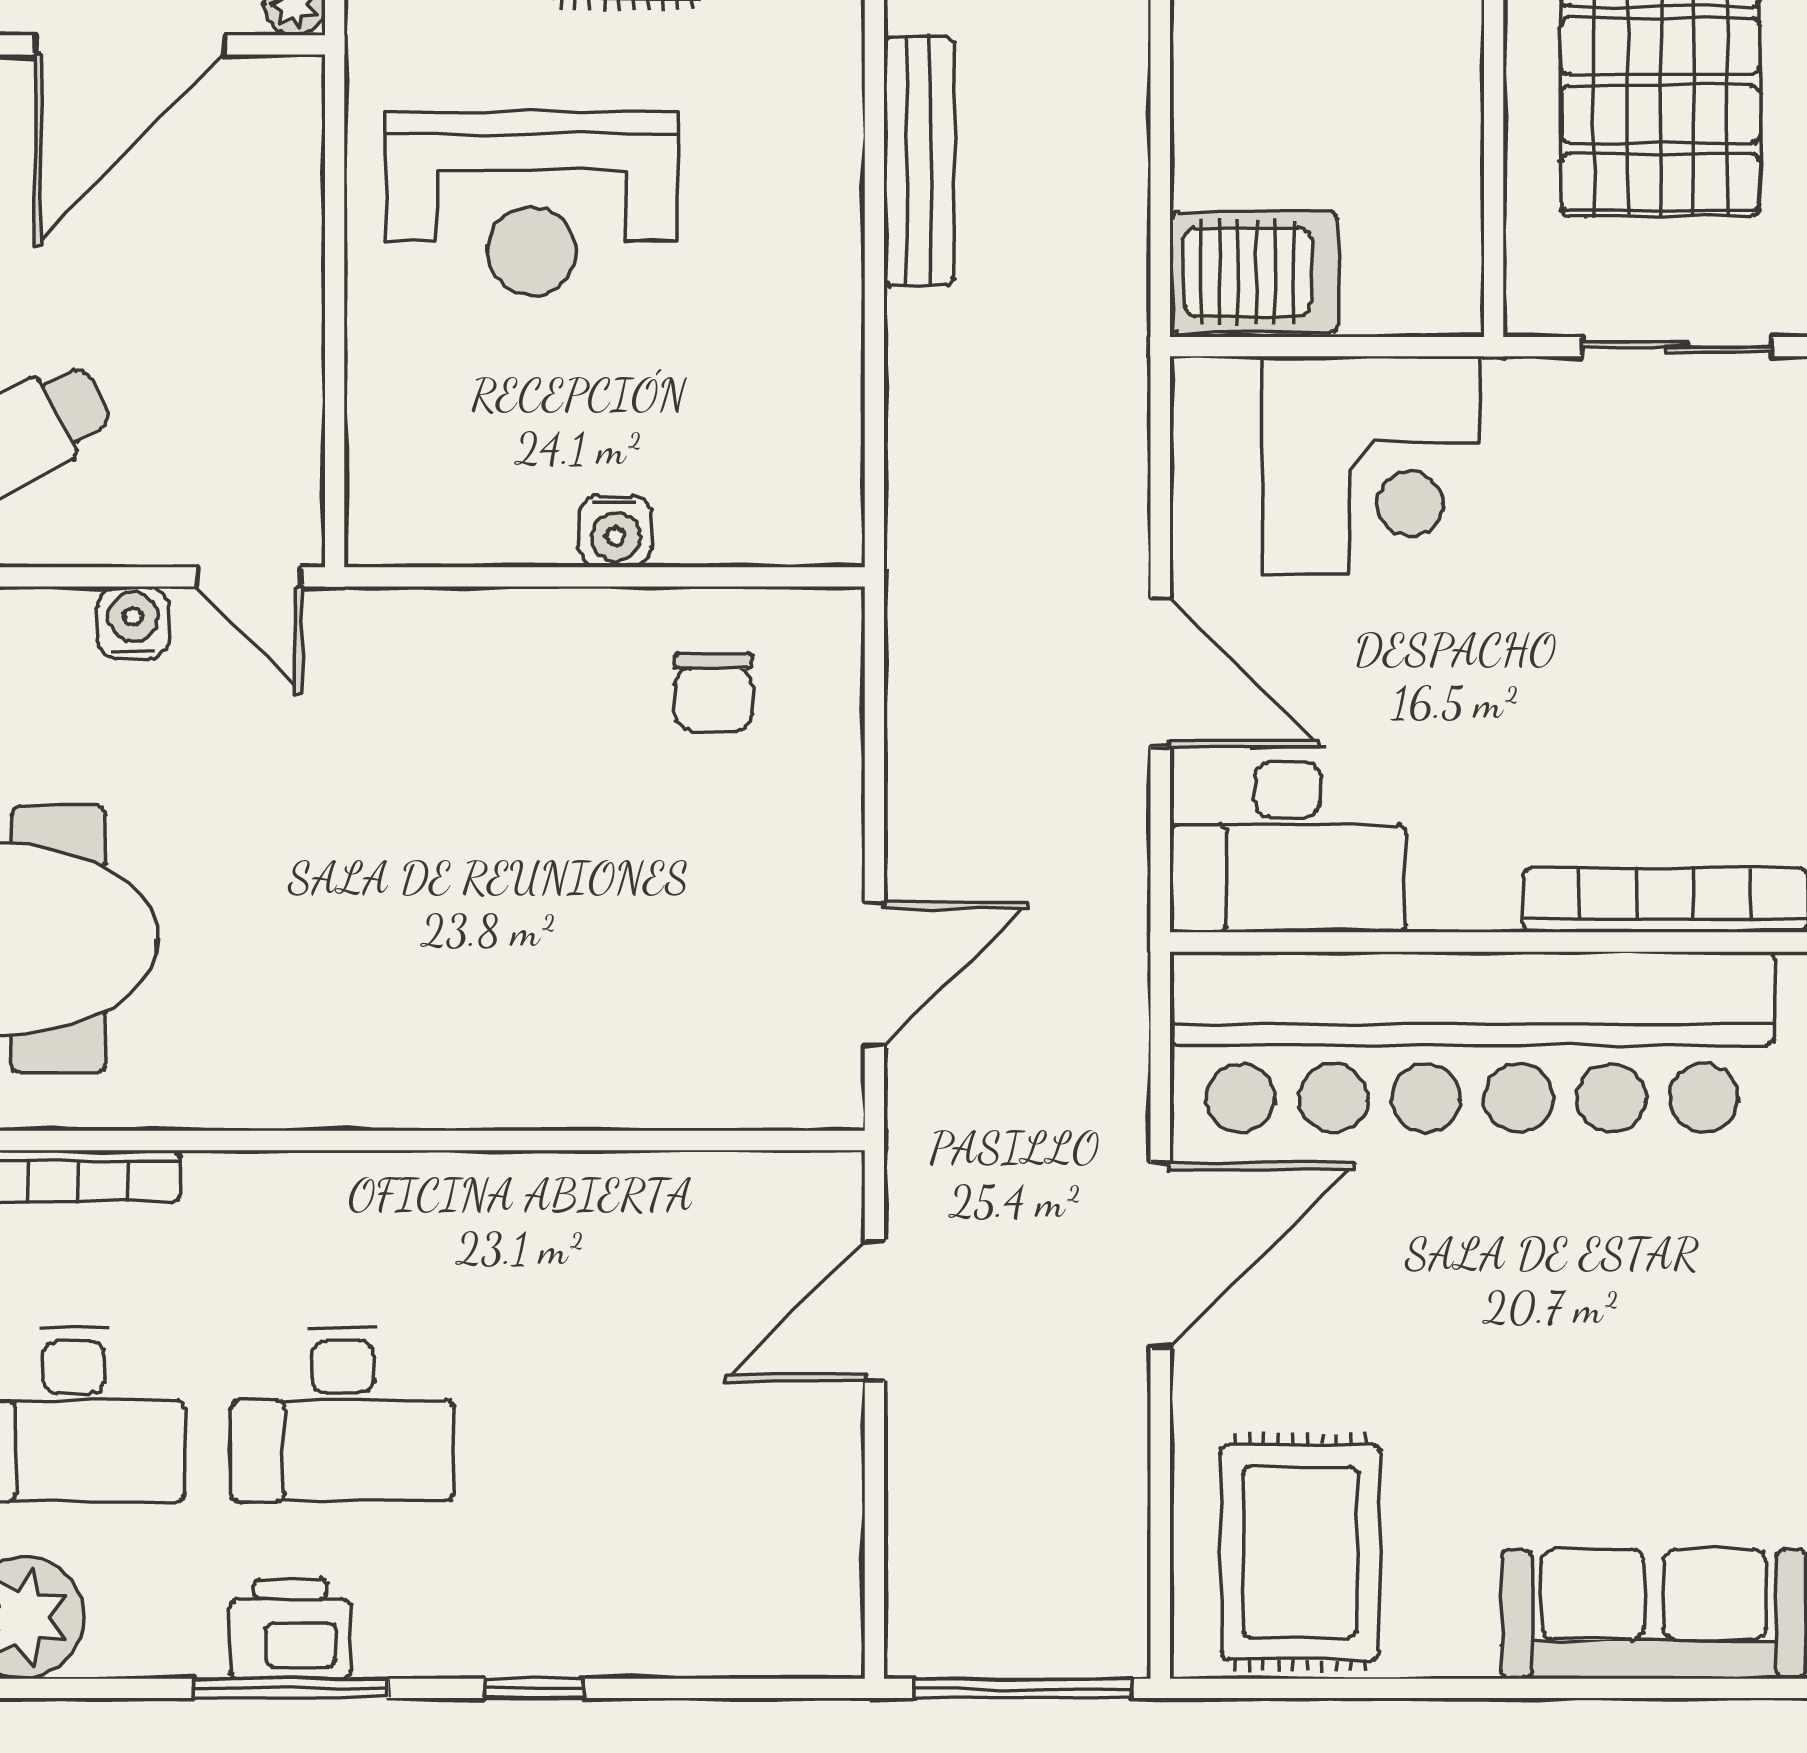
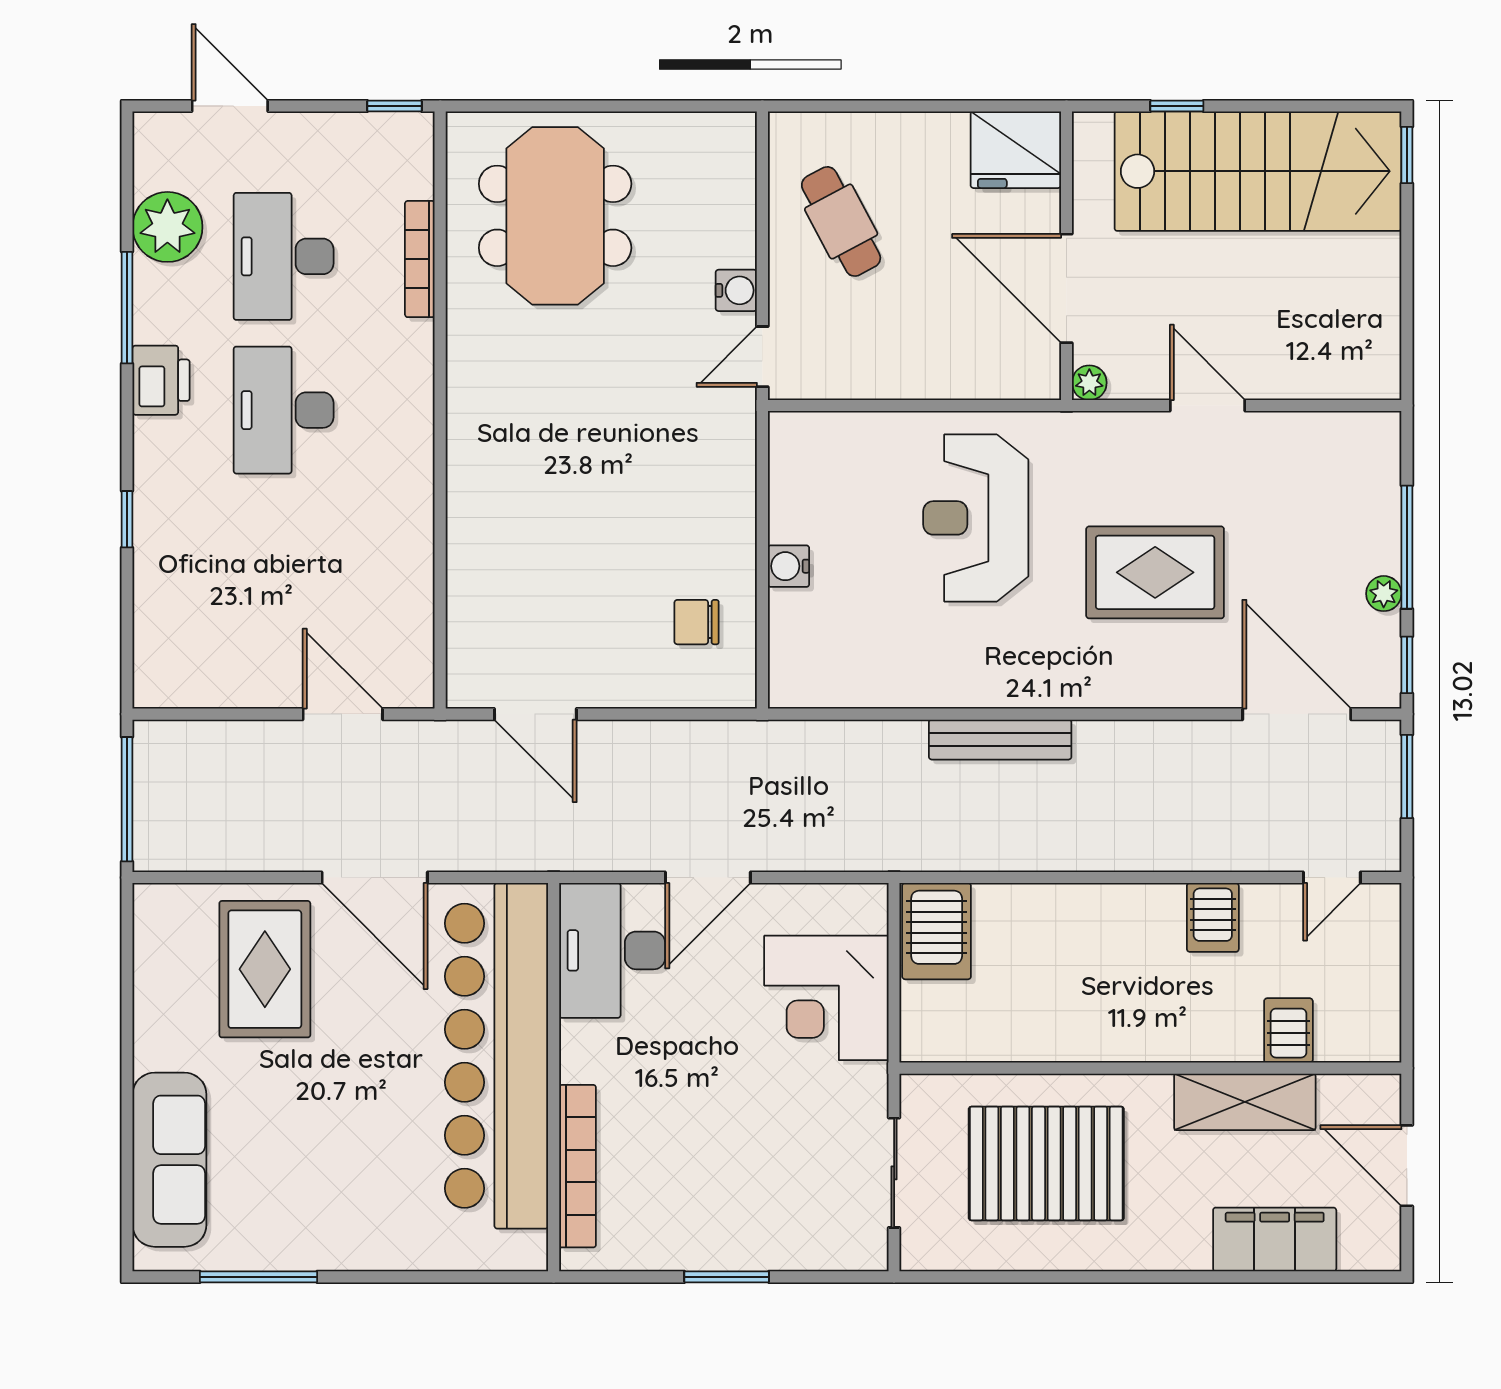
rug: (1300, 1552) -> (265, 969), moved, turned 90
window: (291, 1688) -> (127, 308), moved

